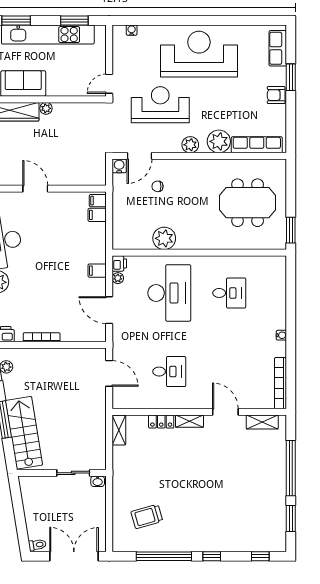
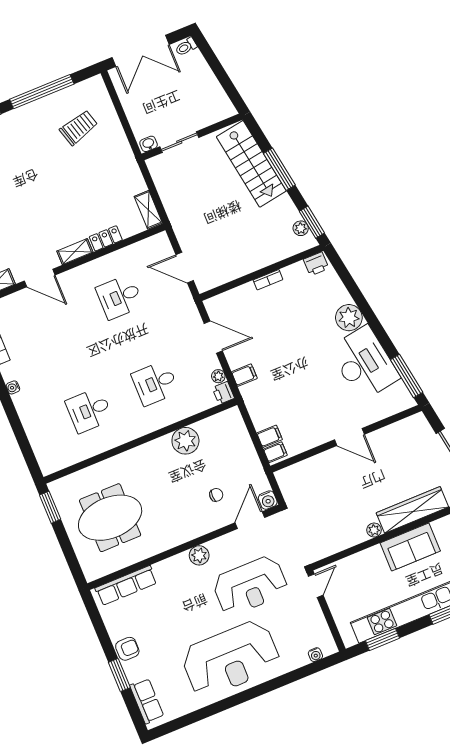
plant: (219, 141) -> (169, 572), removed
desk: (169, 293) -> (155, 383), width x0.53, depth x0.77
bookcase: (42, 337) -> (268, 280), width x0.64

